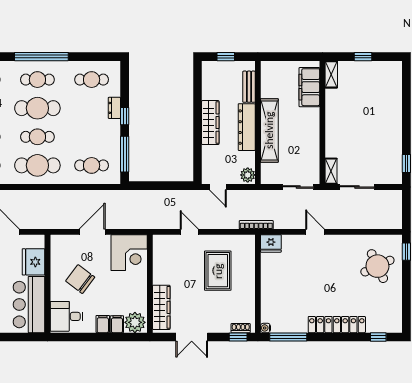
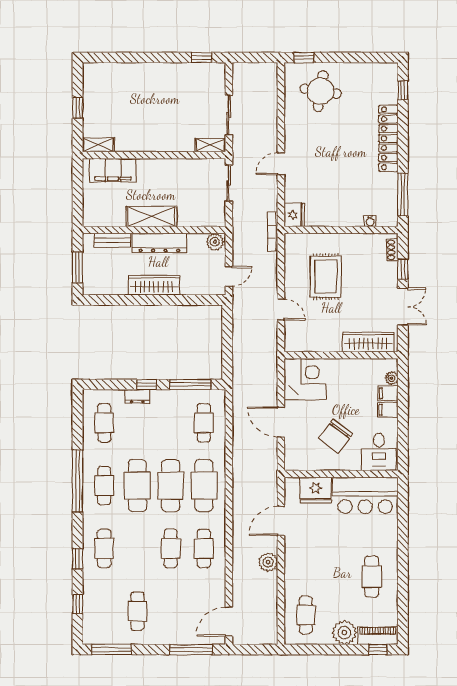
window: (226, 57) -> (78, 267), width x1.50
shelving: (269, 130) -> (151, 217), width x0.68
cafe table: (37, 137) -> (171, 486), width x1.37, depth x1.35
door: (189, 232) -> (281, 309), swing flipped
round table: (377, 266) -> (321, 91), turned 34
rug: (218, 271) -> (326, 276), turned 90
plant: (135, 322) -> (392, 378), width x0.53, depth x0.53
water cooler: (265, 328) -> (370, 221), moved
window: (238, 337) -> (403, 269), moved

